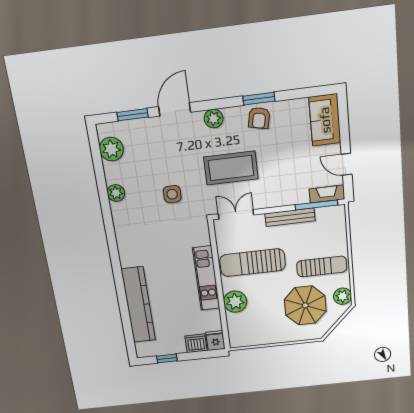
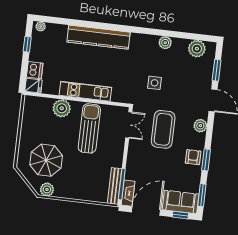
window: (309, 92) -> (202, 195), added
window: (343, 116) -> (180, 215), added
armchair: (259, 118) -> (193, 157), turned 78
door: (347, 164) -> (146, 211), width x1.88
bench: (290, 217) -> (115, 186), moved
sun lounger: (322, 266) -> (74, 179), removed
kitchen counter: (138, 305) -> (98, 37), moved
plant: (141, 348) -> (41, 26), added

